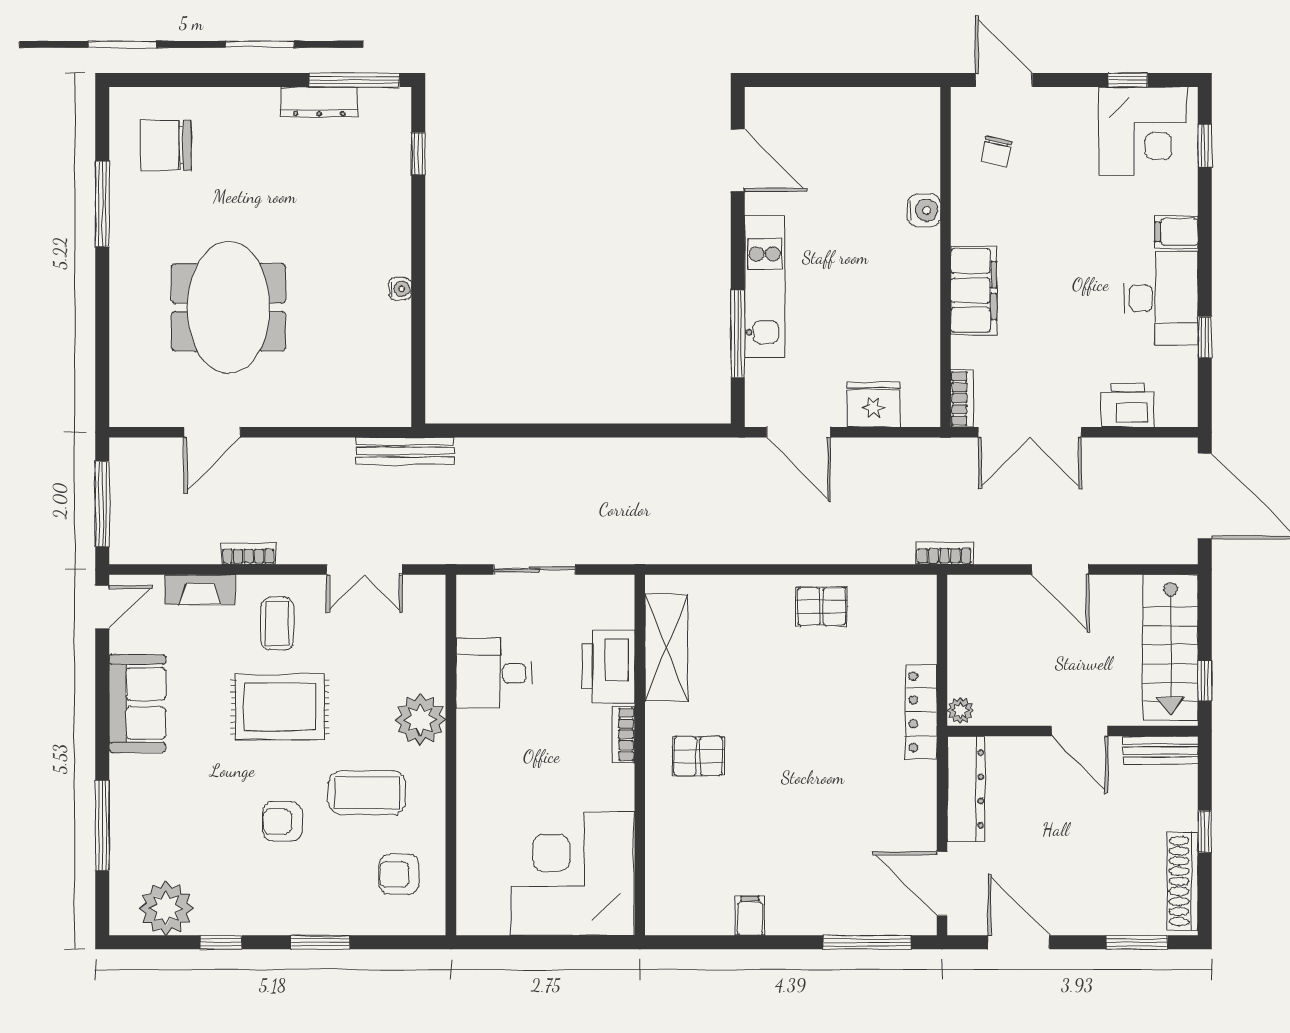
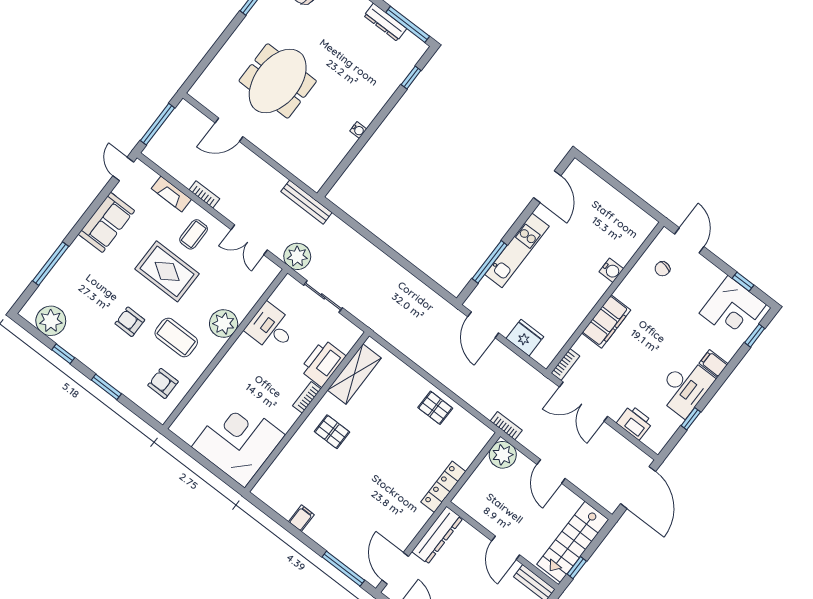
plant: (452, 540) -> (297, 256), added
door: (102, 607) -> (123, 169), swing flipped
plant: (960, 711) -> (503, 455), moved, width x1.87, depth x1.87

